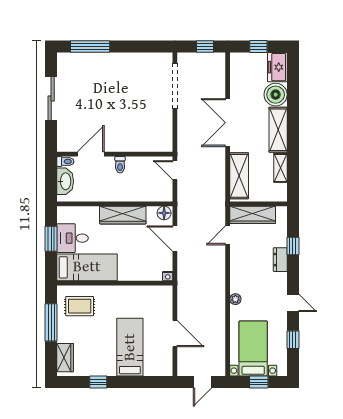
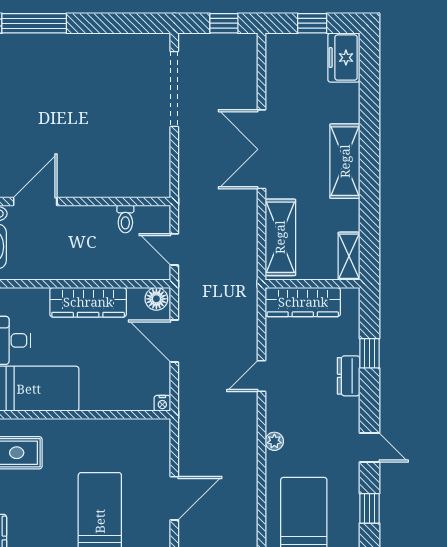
boiler: (276, 95) -> (341, 103), removed
toilet: (120, 165) -> (125, 219), moved
shelving: (281, 168) -> (349, 256), moved
door: (175, 170) -> (174, 249), moved
door: (228, 235) -> (262, 376), moved
door: (175, 334) -> (174, 498), hinge flipped

